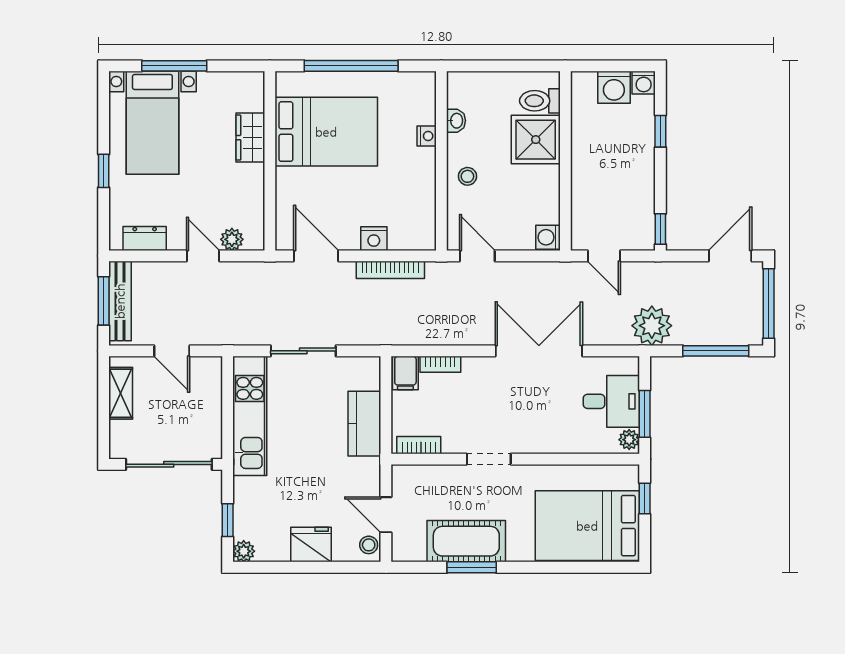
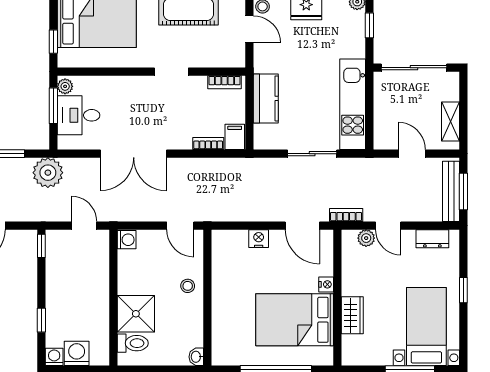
washbasin: (456, 121) -> (196, 357), moved
nightstand: (427, 136) -> (326, 284), moved, turned 180
bookcase: (390, 270) -> (346, 215), moved, width x0.64

